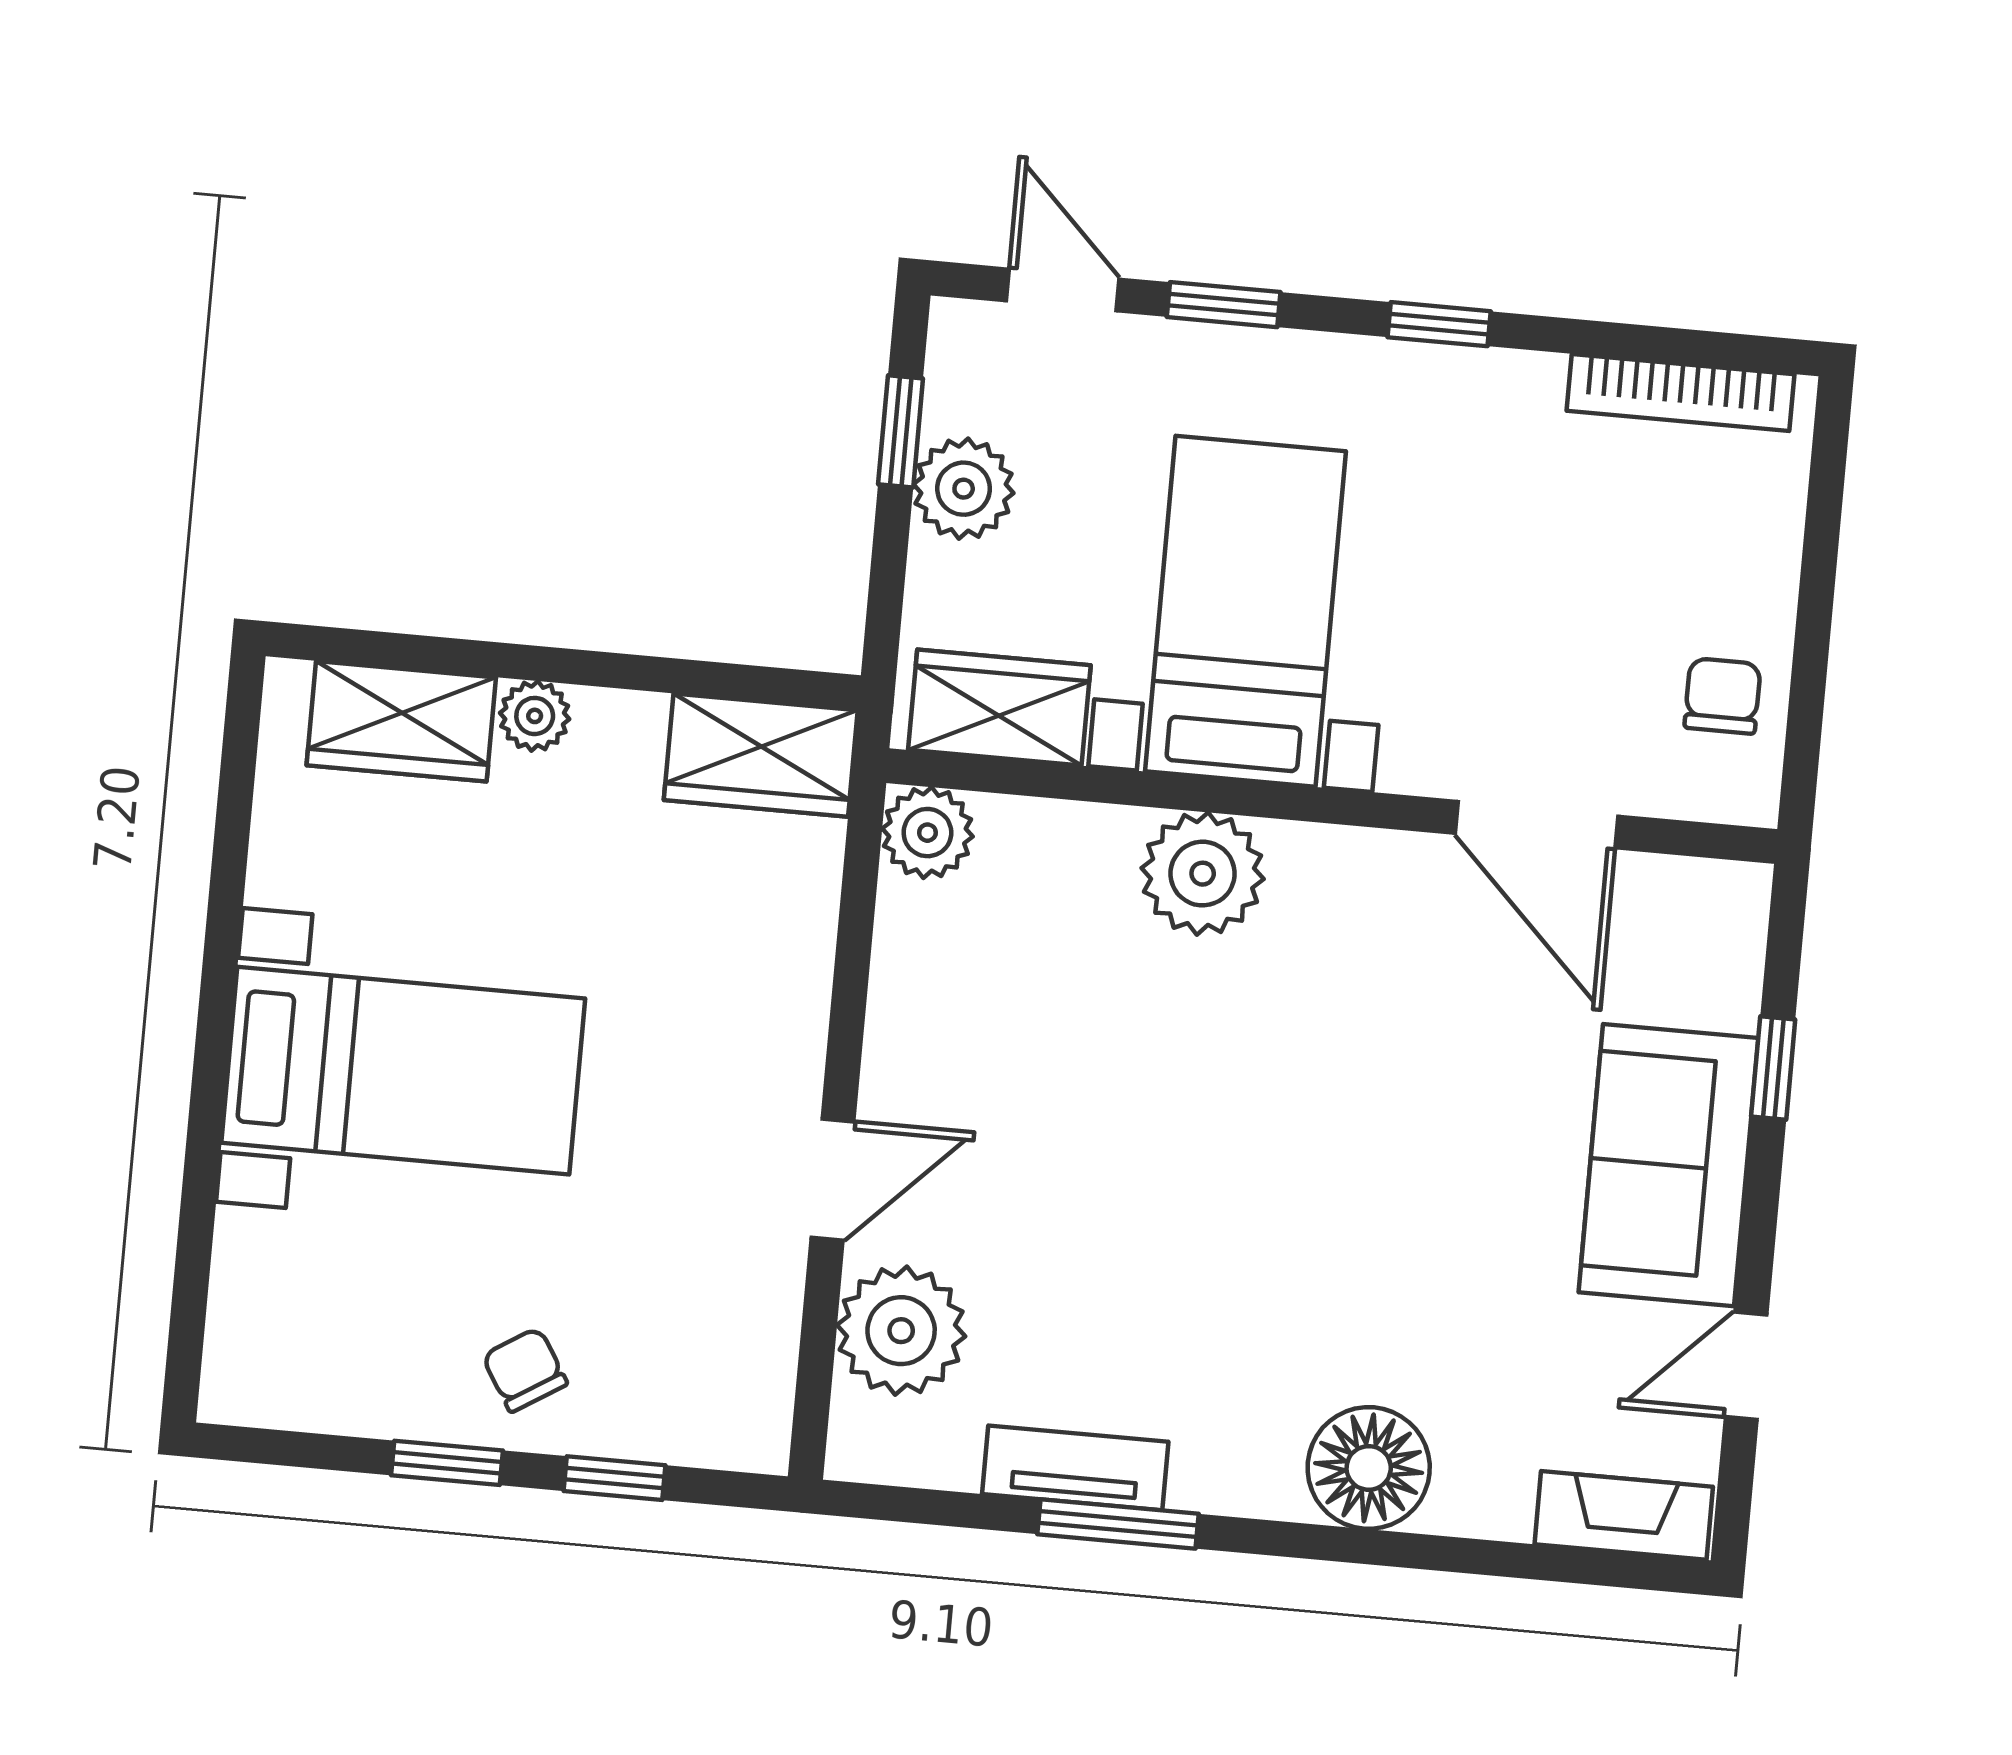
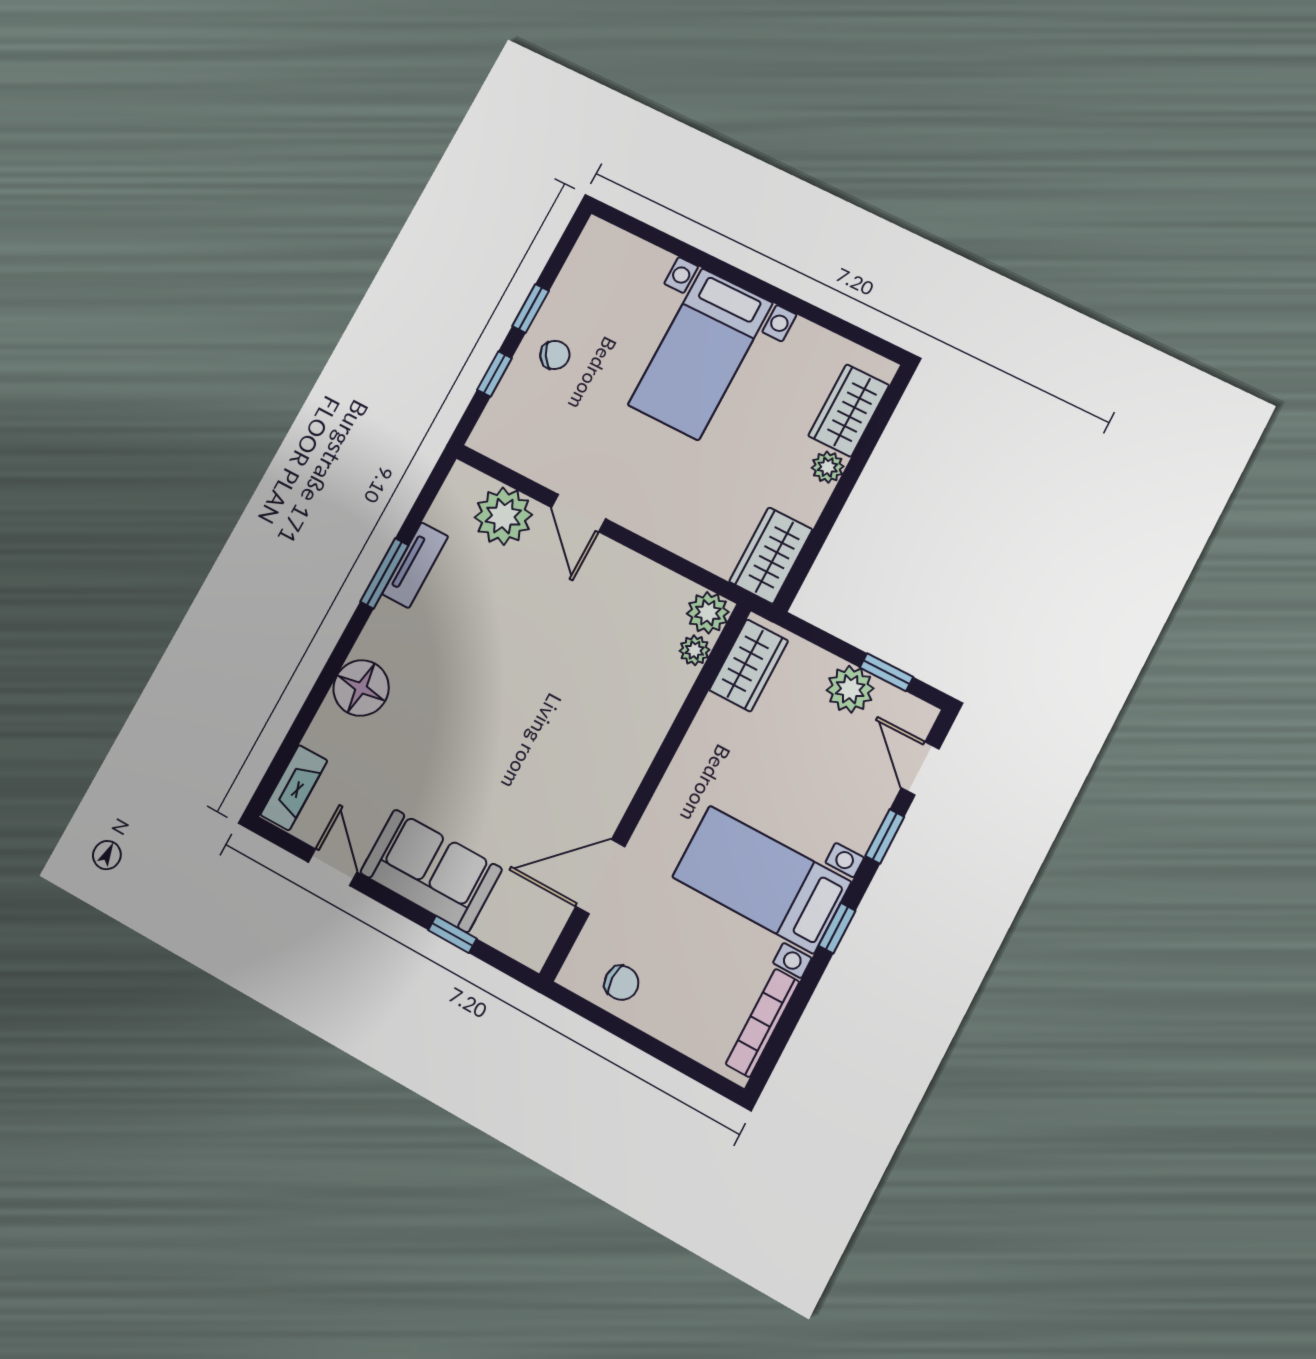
door: (1063, 290) -> (920, 768), swing flipped
bed with nightstands: (1246, 611) -> (761, 879), moved, turned 180
plant: (1203, 874) -> (694, 650), moved, width x0.53, depth x0.53

